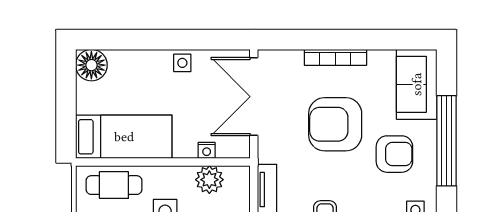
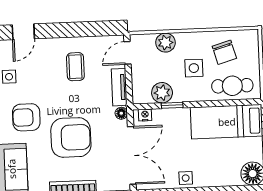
nightstand: (207, 150) -> (145, 115), moved
floor lamp: (266, 154) -> (121, 113), added
window: (196, 162) -> (172, 105), added

